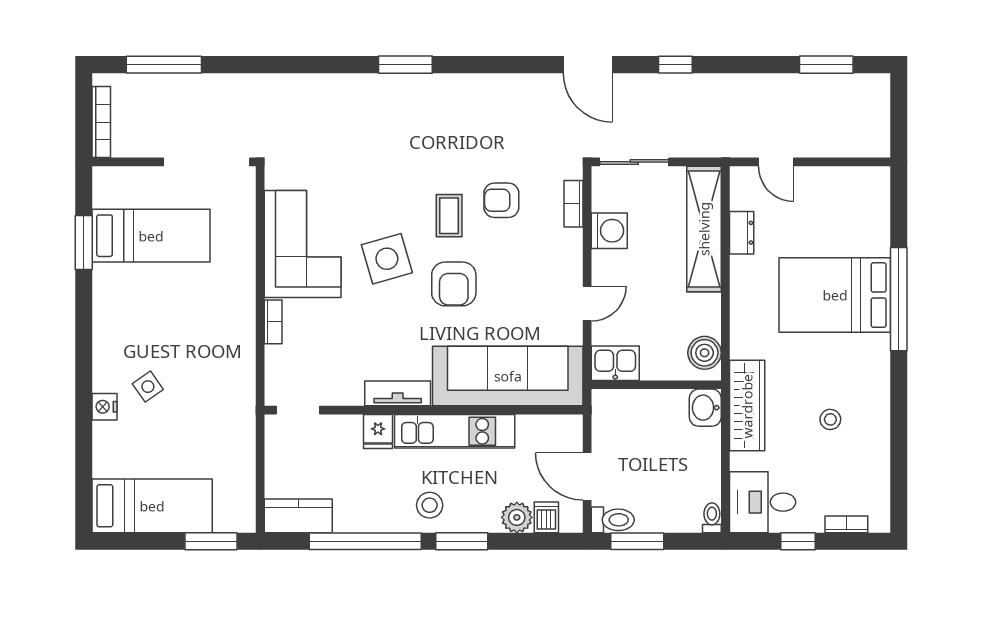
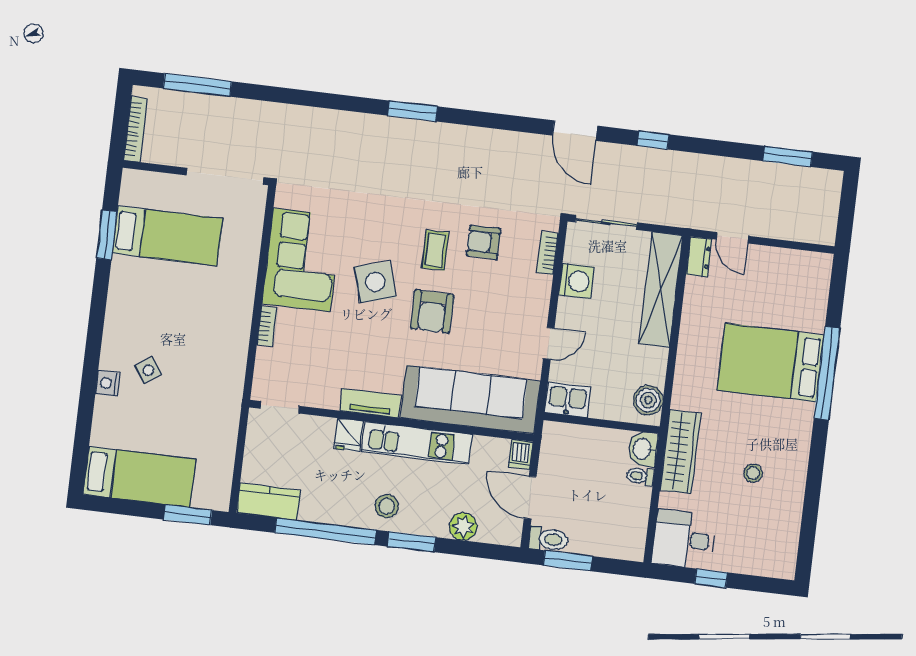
dresser: (742, 233) -> (699, 257), moved
dishwasher: (546, 517) -> (521, 454), moved, turned 180
toilet: (712, 518) -> (640, 476), moved, turned -90
bookcase: (846, 524) -> (756, 568), removed

